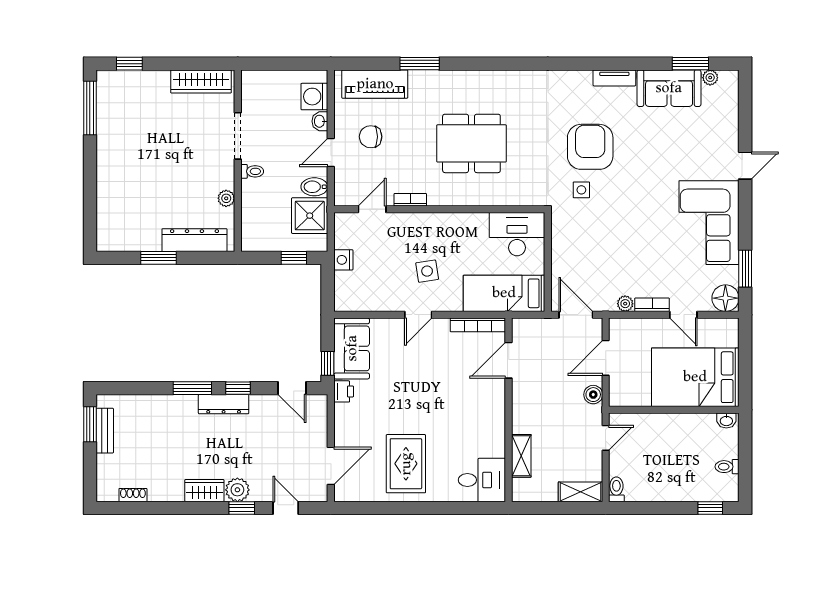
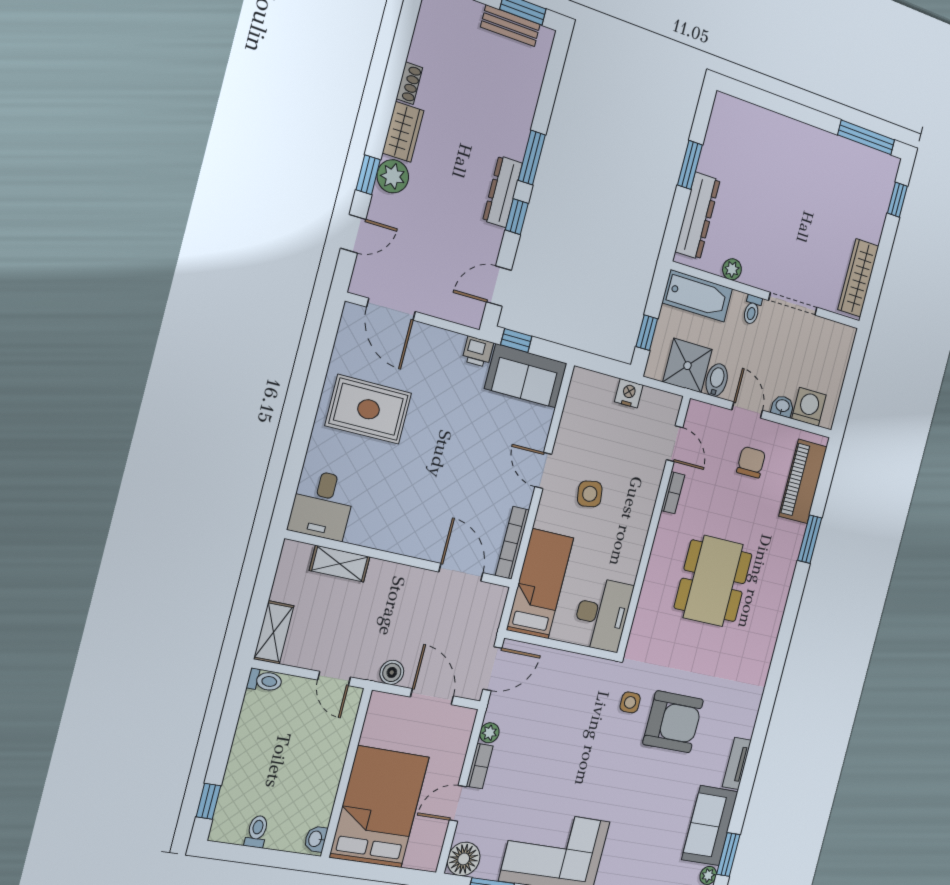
bathtub: (255, 223) -> (697, 296), added
shoe rack: (133, 495) -> (409, 83), moved

